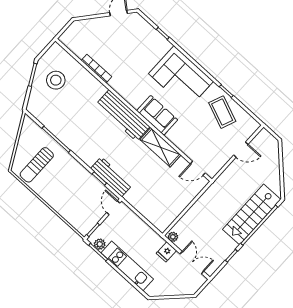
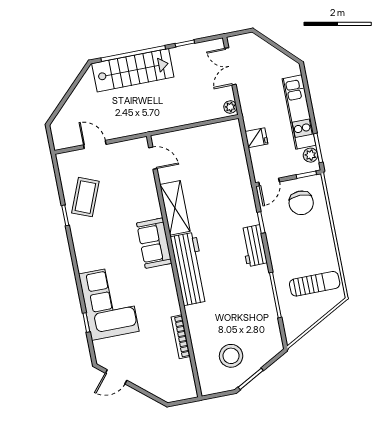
corner sofa: (181, 77) -> (109, 303), moved
workbench: (111, 177) -> (254, 246), moved, width x0.73
chair: (83, 210) -> (301, 203), added
fridge: (166, 252) -> (256, 138), moved

